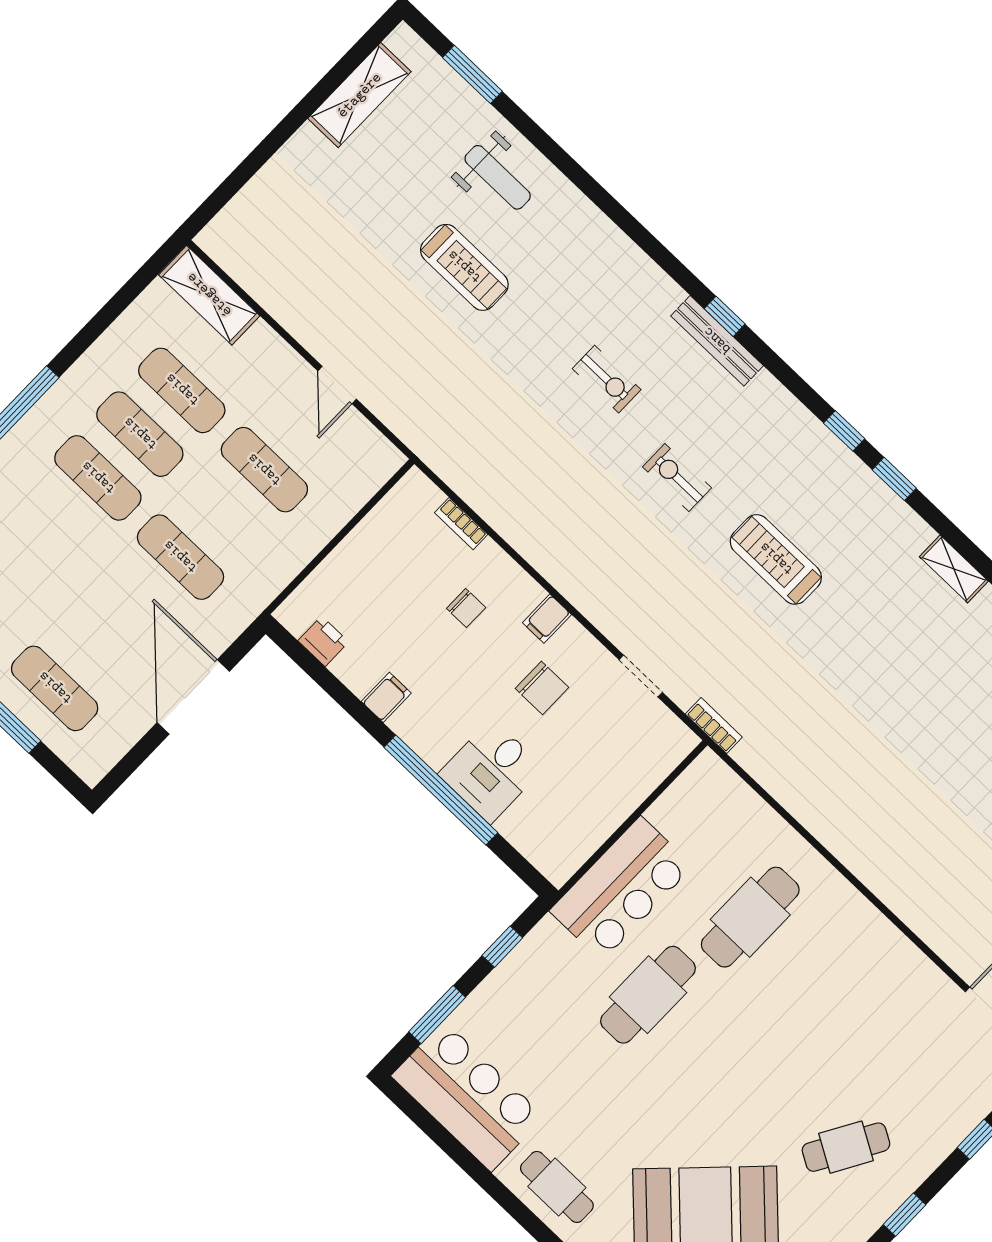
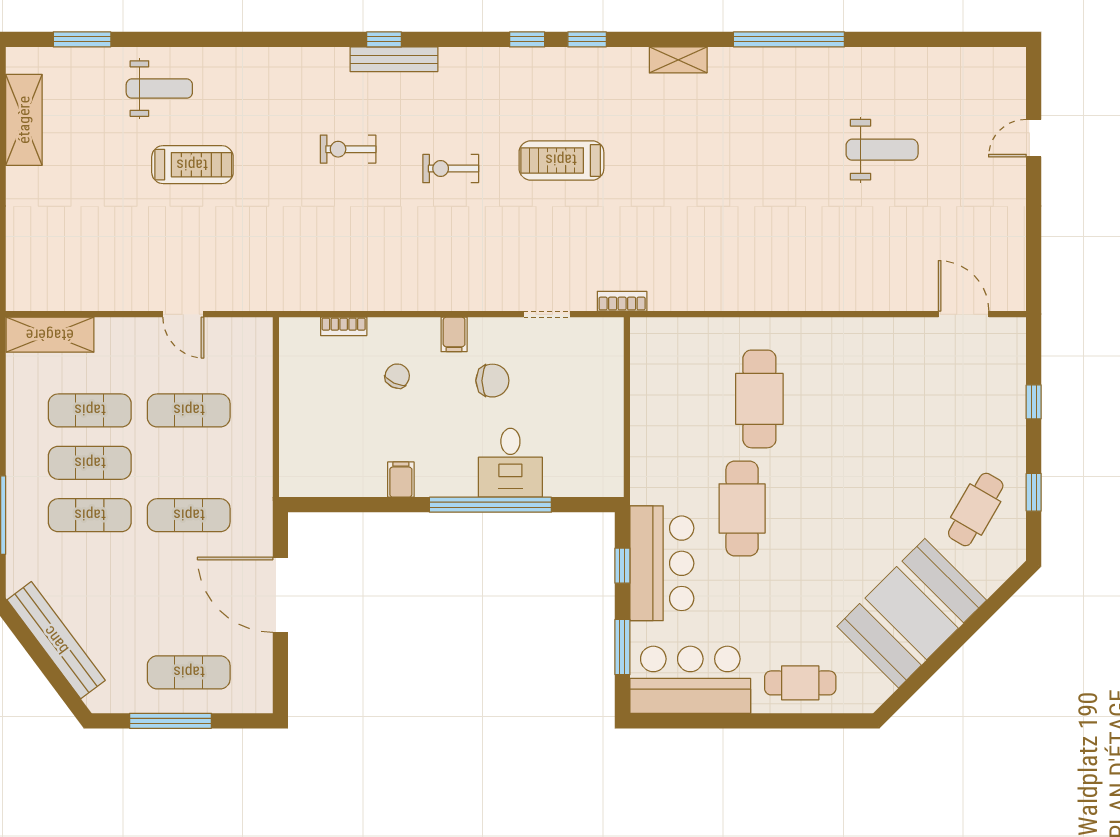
exercise bike: (607, 379) -> (348, 149), turned 180
chair: (466, 608) -> (397, 376), turned -65
printer: (323, 641) -> (328, 482), removed
bar counter: (621, 889) -> (662, 563), moved
cafe table: (846, 1147) -> (976, 509), moved

